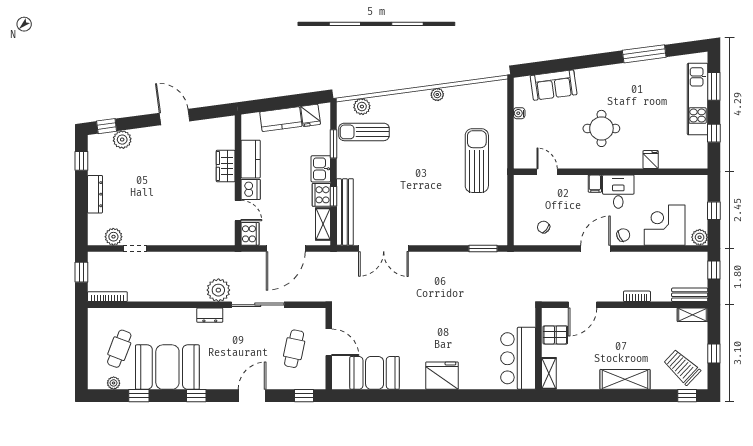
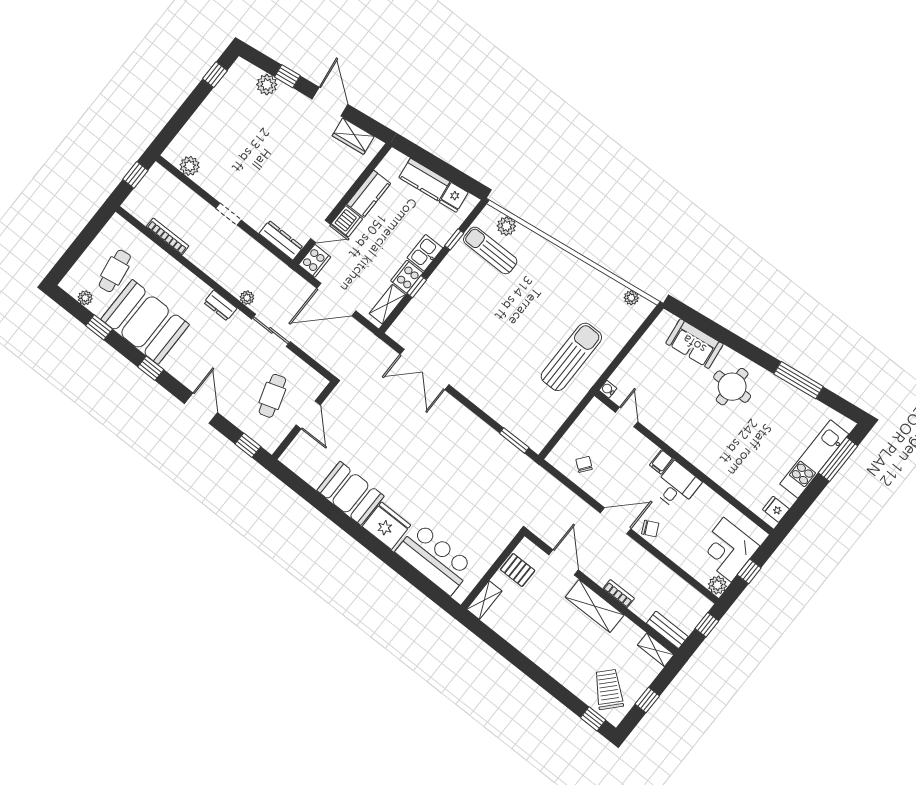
window: (714, 86) -> (838, 459), width x1.44
plant: (437, 94) -> (631, 298), moved
water cooler: (519, 113) -> (608, 389), moved
window: (107, 126) -> (287, 76), moved
round table: (601, 128) -> (732, 387), moved
window: (714, 133) -> (805, 502), removed
window: (333, 144) -> (454, 239), width x0.67
fridge: (651, 160) -> (776, 509), moved, turned -90
wardrobe: (226, 166) -> (353, 136), moved, turned -98
dresser: (95, 194) -> (281, 240), moved, turned -90
door: (238, 211) -> (320, 231), hinge flipped
bench: (345, 212) -> (416, 309), removed
corner desk: (665, 225) -> (727, 550), moved, turned -90
doorway: (135, 248) -> (229, 214), moved
plant: (218, 290) -> (247, 298), width x0.53, depth x0.53
bookcase: (107, 297) -> (168, 236), moved
sliding door: (258, 305) -> (271, 330), width x0.73
door: (583, 305) -> (564, 562), swing flipped
cafe table: (119, 349) -> (115, 271), turned -30
cafe table: (294, 349) -> (272, 396), turned -30
bar counter: (518, 358) -> (435, 559), moved, turned 90
booth: (375, 373) -> (350, 493), moved
shelving: (625, 379) -> (595, 606), moved
door: (252, 396) -> (201, 408), hinge flipped

